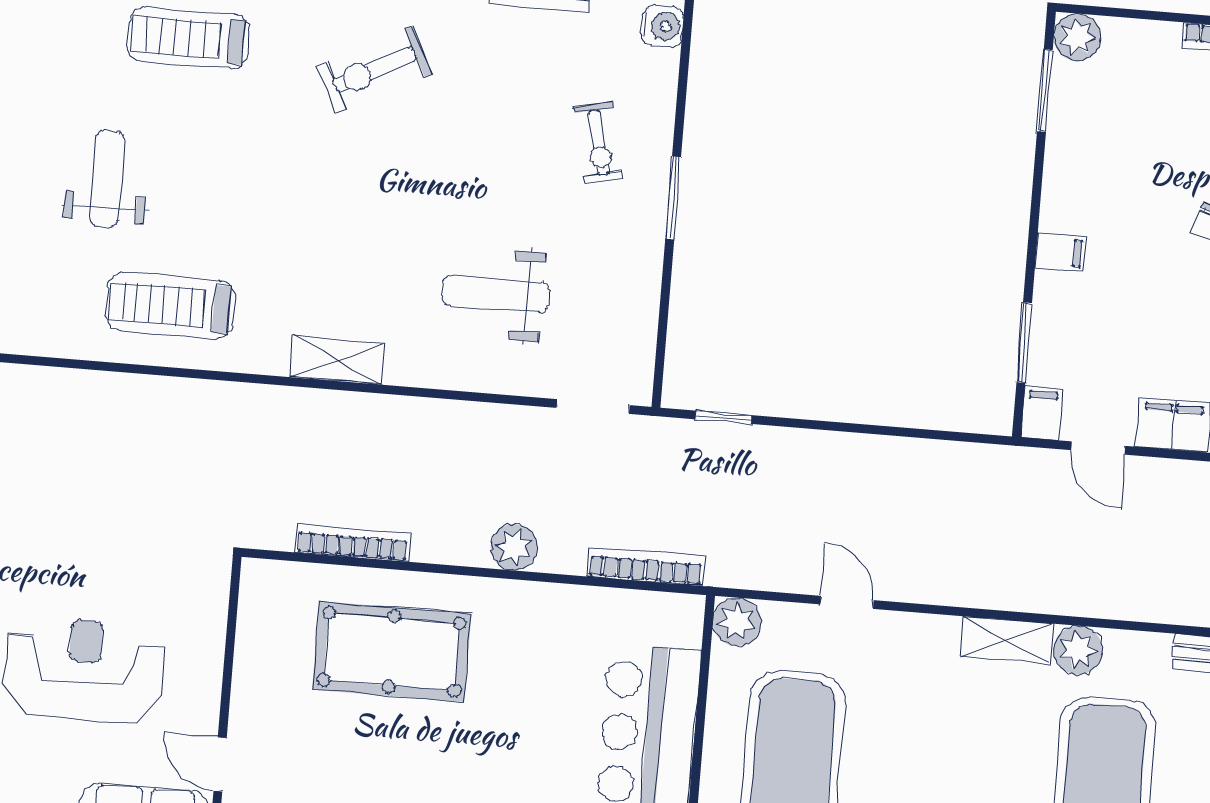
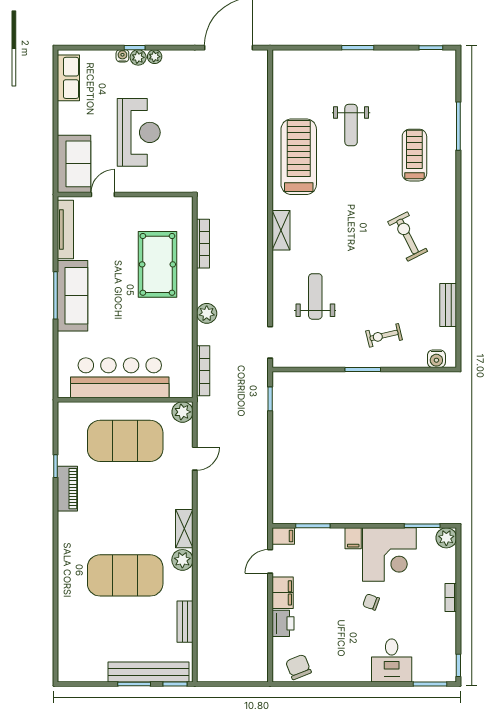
corner desk: (1105, 172) -> (389, 554), added
weight bench: (107, 179) -> (351, 125), turned 90
treadmill: (170, 305) -> (299, 157), width x1.37, depth x1.38

